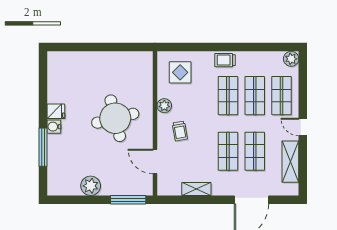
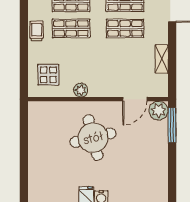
trolley: (225, 60) -> (37, 31), turned 180
trolley: (180, 131) -> (105, 75), removed
plant: (91, 186) -> (159, 111), moved

